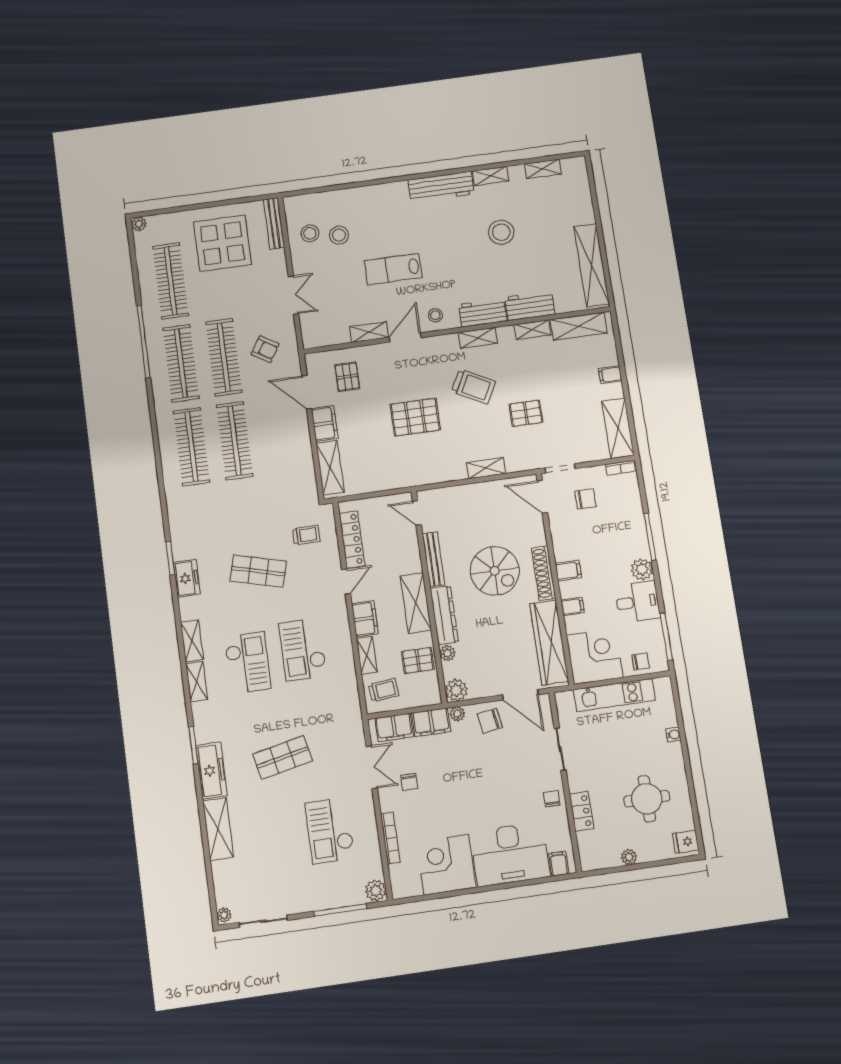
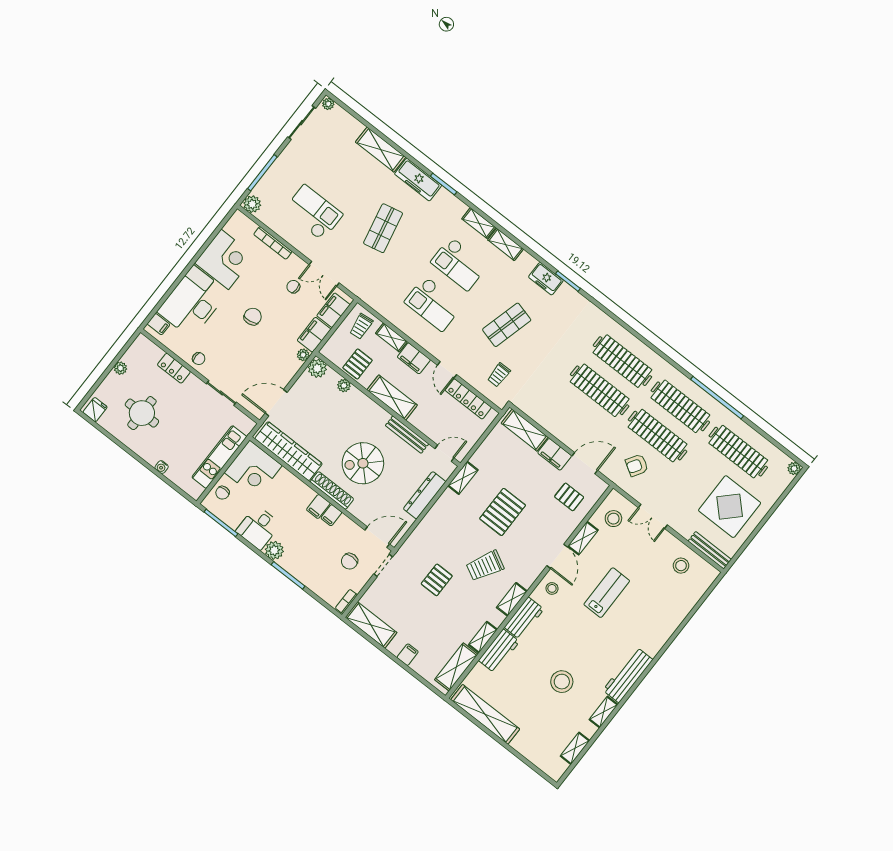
stool: (339, 235) -> (613, 519), moved
shelving: (486, 468) -> (463, 478), moved
filing cabinet: (572, 606) -> (331, 515), moved
dresser: (444, 615) -> (425, 495), moved, turned 90
checkout: (303, 650) -> (433, 304), turned 180
chair: (490, 721) -> (253, 317), moved

